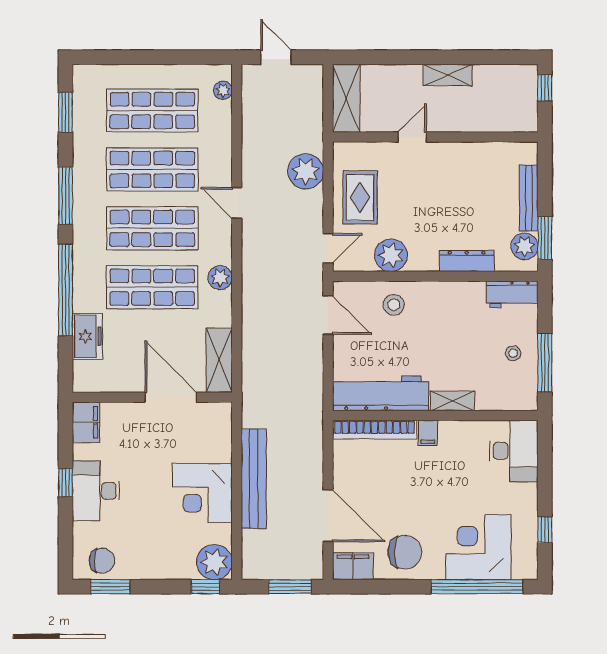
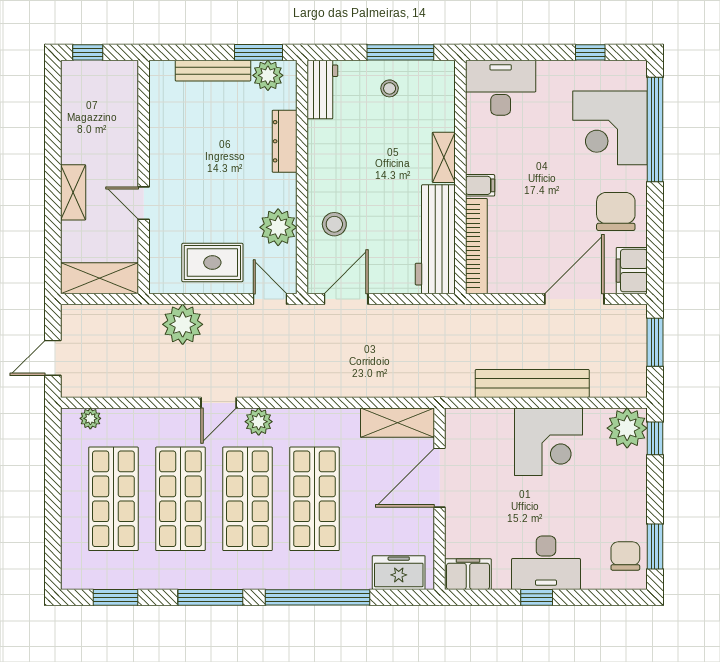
shelving: (448, 75) -> (73, 192), moved
plant: (220, 278) -> (259, 422), moved
freezer: (87, 336) -> (399, 573), moved

